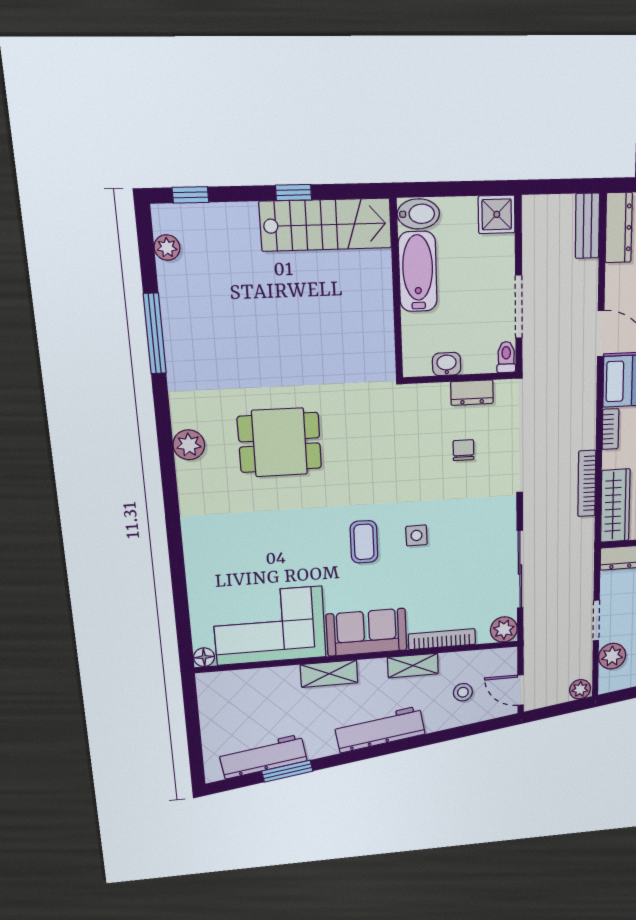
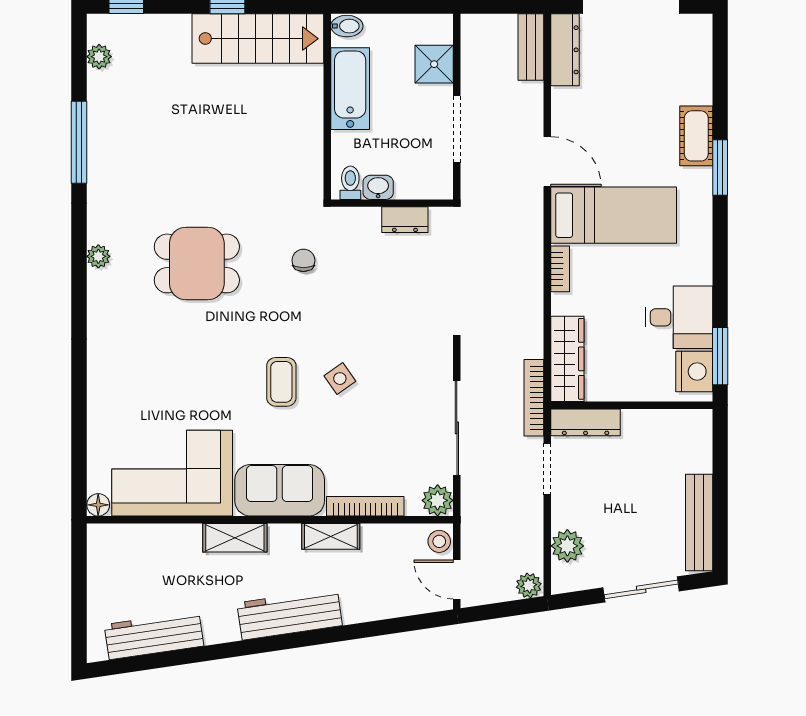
bidet: (418, 214) -> (347, 26), width x0.72, depth x0.74
shower: (497, 214) -> (434, 64), moved
toilet: (506, 357) -> (350, 183), moved
plant: (189, 445) -> (98, 256), width x0.73, depth x0.73
chair: (463, 450) -> (303, 260), moved
bookcase: (587, 484) -> (534, 398), moved
side table: (417, 535) -> (340, 379), turned -34
doorway: (596, 620) -> (547, 469), moved
stool: (463, 692) -> (439, 541), moved
window: (287, 771) -> (180, 657), removed

